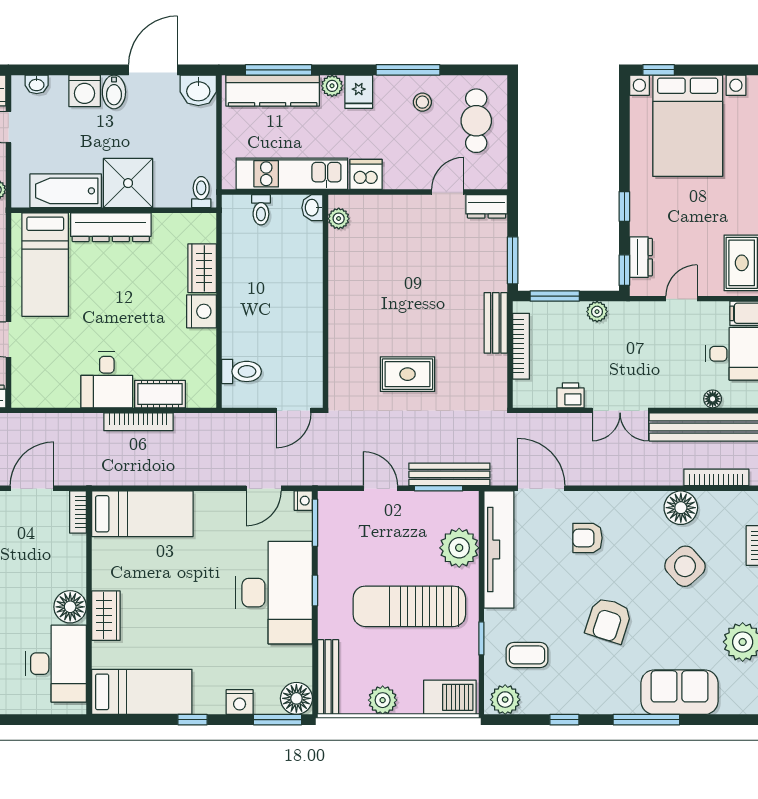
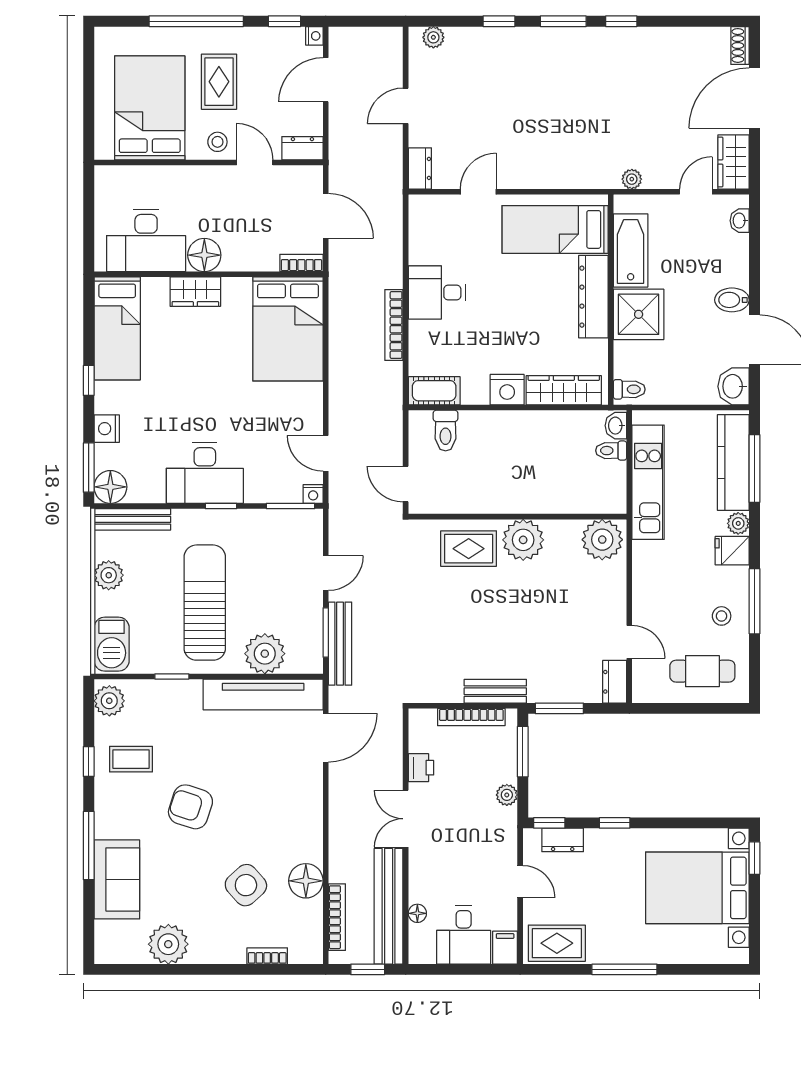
washing machine: (85, 91) -> (733, 270), removed
dishwasher: (366, 174) -> (647, 558), removed
washbasin: (312, 208) -> (616, 426), moved, turned -90
plant: (339, 219) -> (602, 540), width x1.88, depth x1.88
wardrobe: (202, 268) -> (564, 390), width x1.50
plant: (348, 296) -> (523, 540), added
rug: (408, 374) -> (469, 549), moved, turned 90
cot: (160, 394) -> (434, 391), moved, turned 90
bed: (142, 514) -> (288, 329), width x1.50
armchair: (587, 538) -> (275, 785), removed
desk: (274, 593) -> (205, 473), width x0.73, depth x0.77
coffee table: (527, 655) -> (131, 759), moved, turned 90

